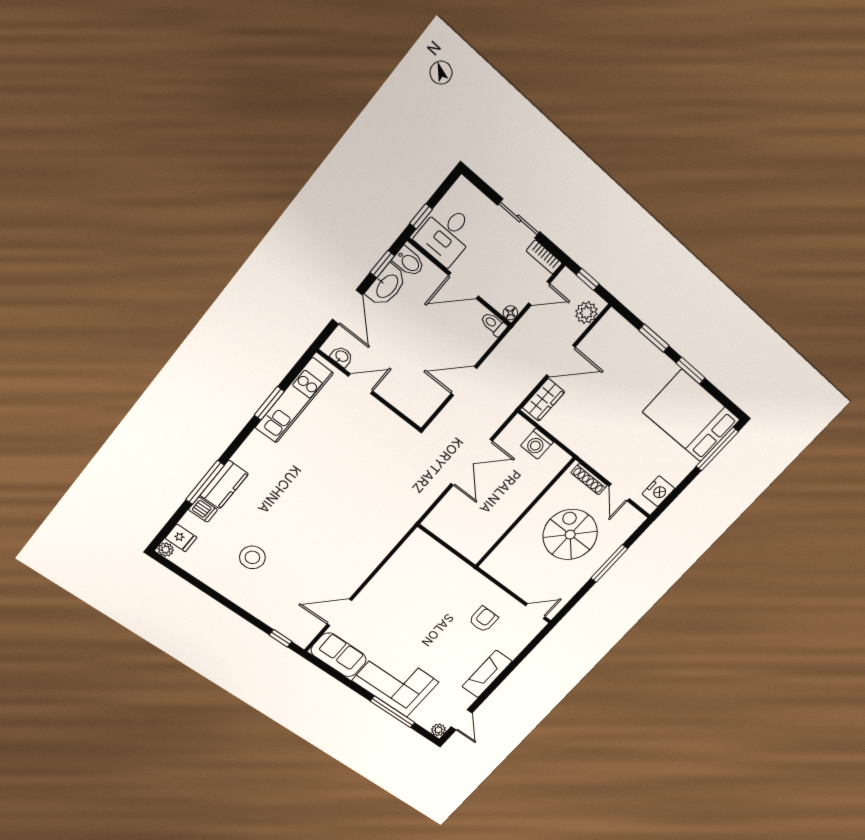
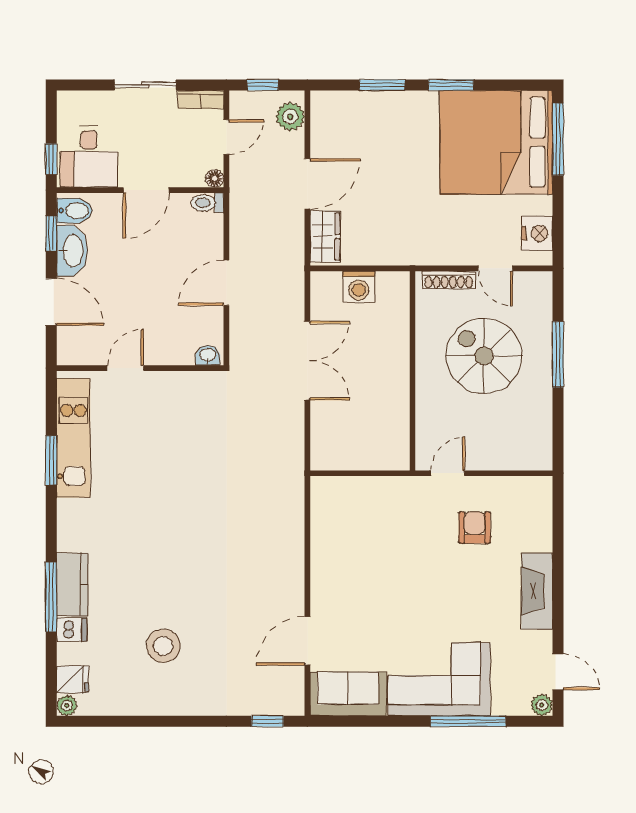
washbasin: (342, 356) -> (208, 355), moved
bed: (691, 416) -> (496, 142), width x1.36
door: (535, 611) -> (448, 473), moved

